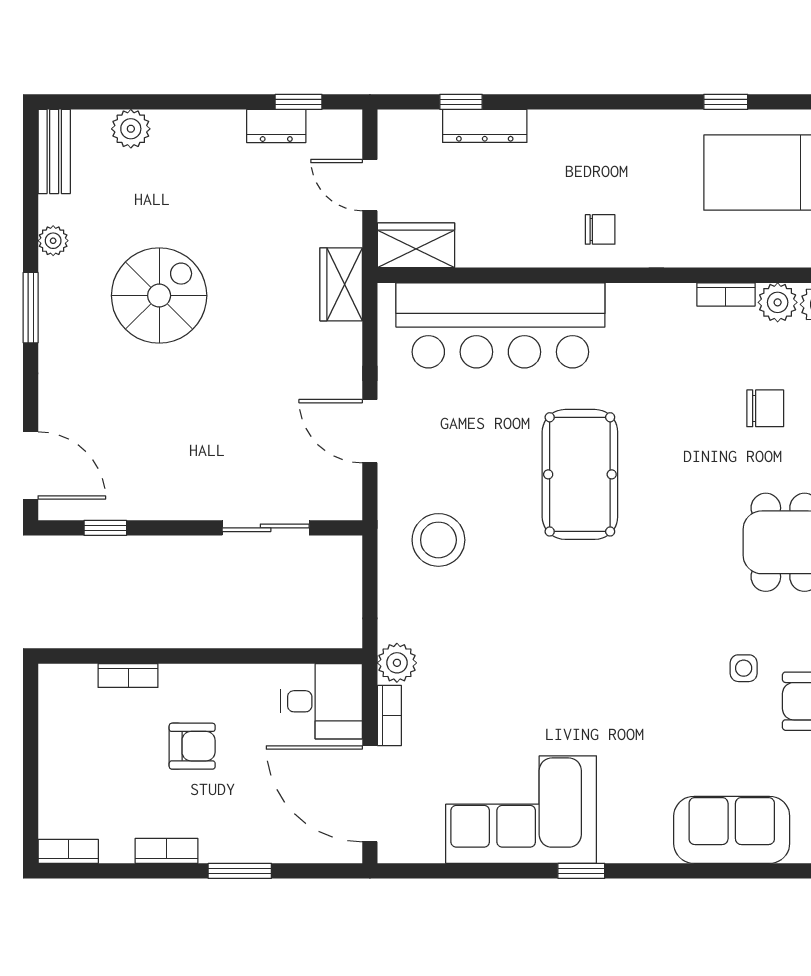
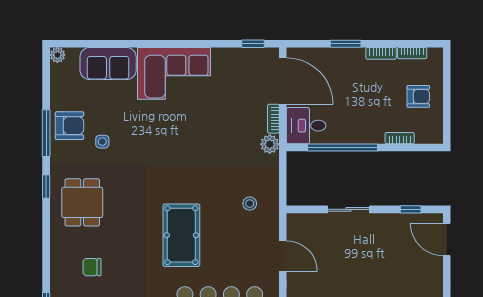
sliding door: (266, 528) -> (348, 209), moved
stool: (438, 540) -> (250, 204), width x0.53, depth x0.53
window: (246, 656) -> (342, 147), added
armchair: (192, 746) -> (418, 96), moved, turned 180
corner sofa: (521, 810) -> (174, 73), moved
bookcase: (68, 851) -> (412, 53), moved
window: (581, 871) -> (253, 44), moved

